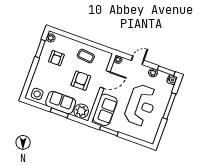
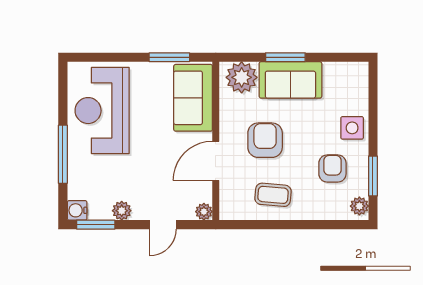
armchair: (81, 81) -> (265, 140), turned 180
side table: (37, 94) -> (352, 128), moved
reception desk: (141, 105) -> (102, 111), moved

